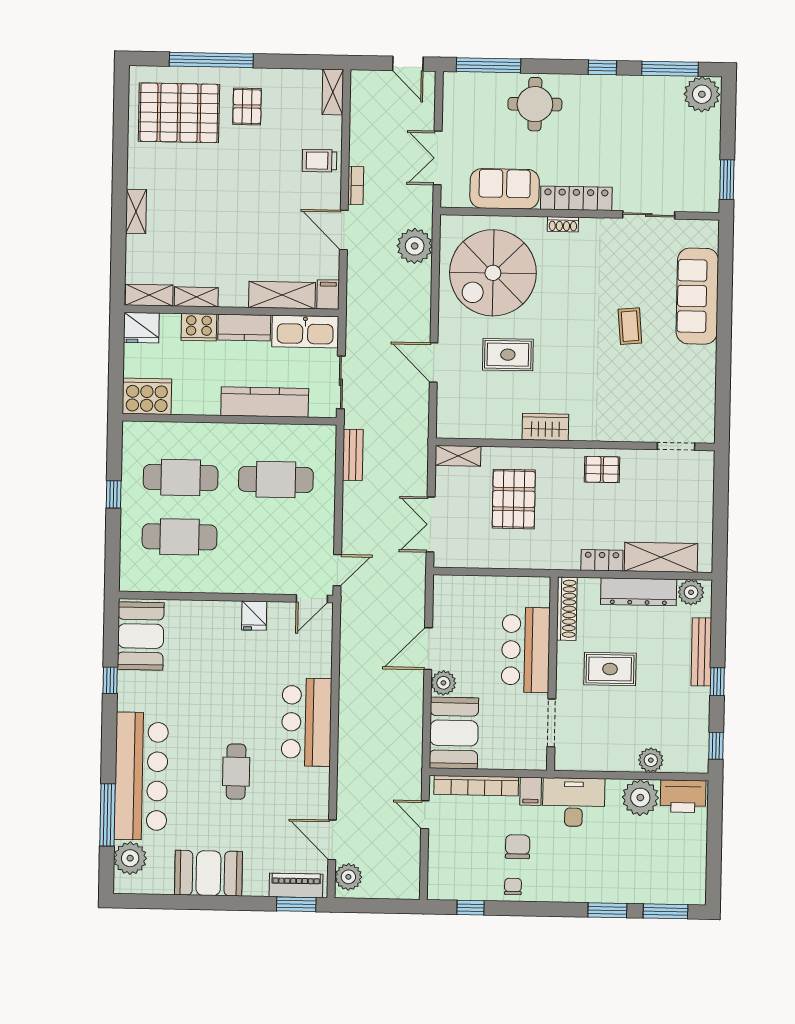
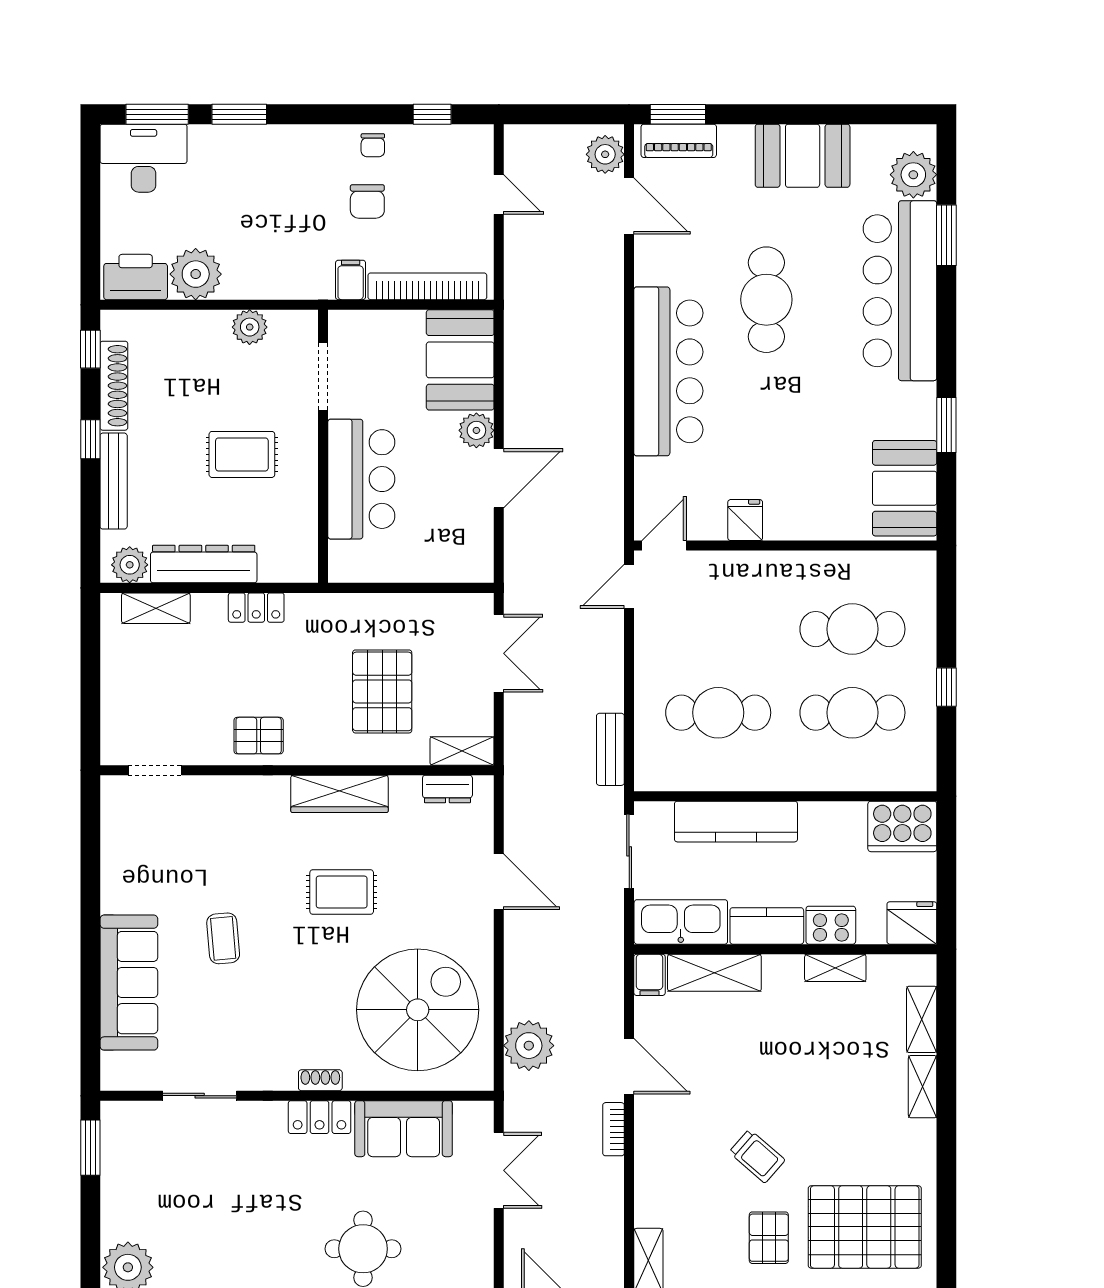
trolley: (319, 161) -> (757, 1156), moved, turned 41
locker: (576, 198) -> (320, 1117), width x0.66
shelving: (149, 295) -> (922, 1019), moved, turned 90
rug: (508, 355) -> (342, 892), moved
wardrobe: (545, 427) -> (339, 794), width x1.50
dresser: (469, 429) -> (447, 789), added
shelving: (661, 557) -> (156, 608), width x0.67, depth x0.75
shoe rack: (567, 609) -> (114, 386), moved, turned 180
window: (110, 680) -> (946, 425), width x1.50
bar counter: (306, 722) -> (668, 371), width x1.36
plant: (651, 760) -> (250, 327), moved
cafe table: (236, 772) -> (766, 300), width x1.37, depth x1.35
desk: (574, 802) -> (144, 158), moved, turned 180
window: (108, 815) -> (946, 235), width x0.69
door: (425, 815) -> (499, 194), moved

